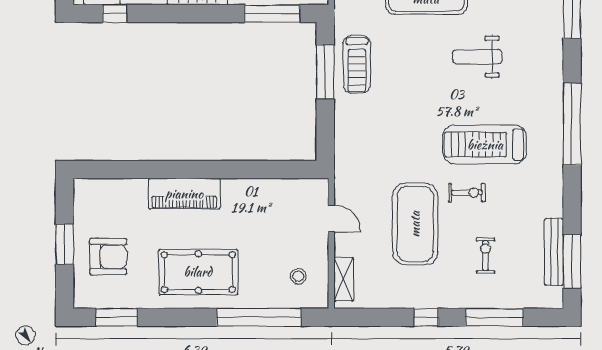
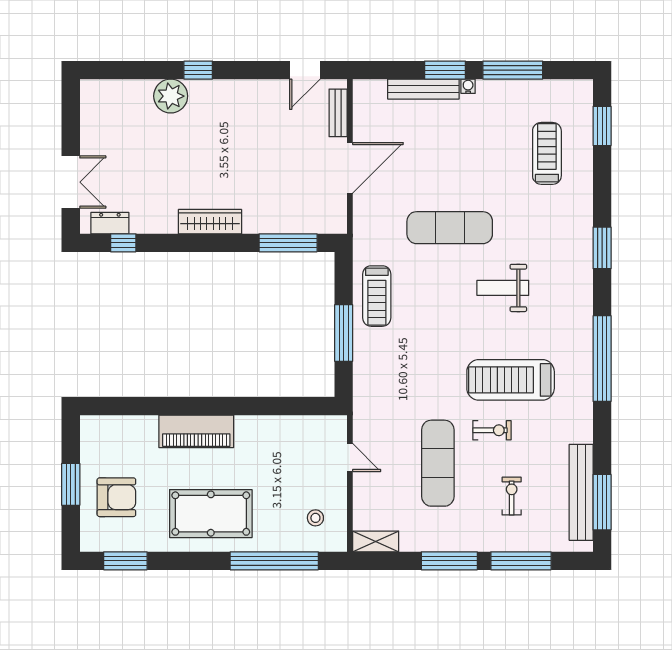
window: (325, 72) -> (344, 333), moved
exercise mat: (415, 224) -> (438, 463), width x0.68
bench: (554, 252) -> (581, 492), width x1.37, depth x1.21
shelving: (344, 279) -> (376, 541), moved, turned 90
window: (426, 317) -> (449, 561), width x2.17

